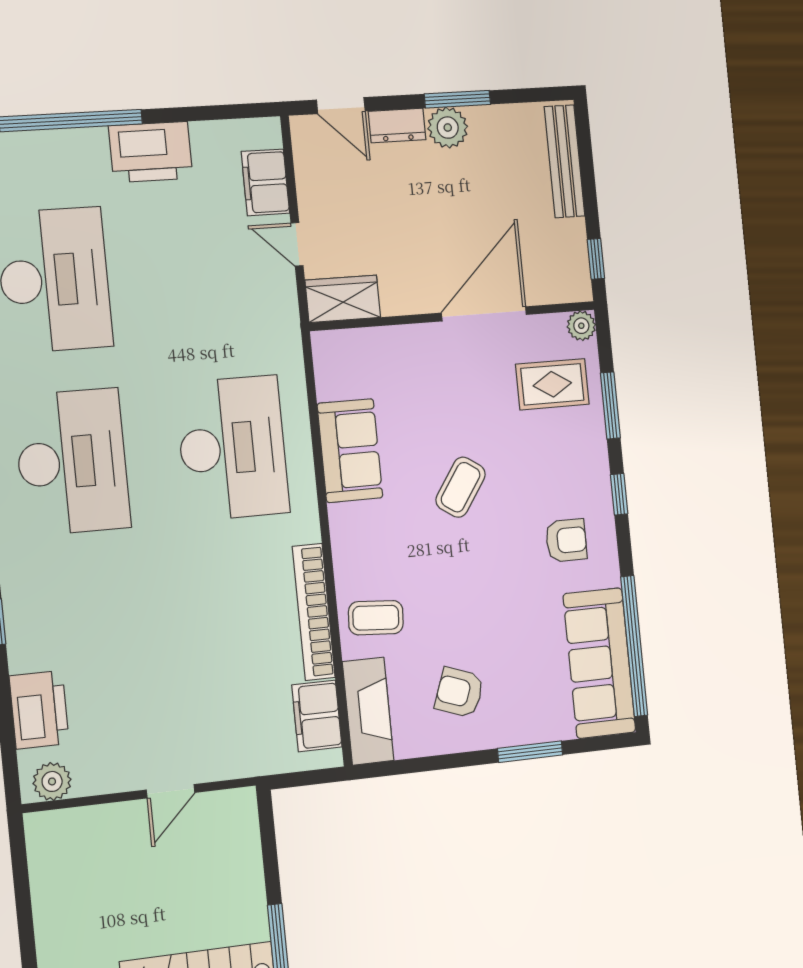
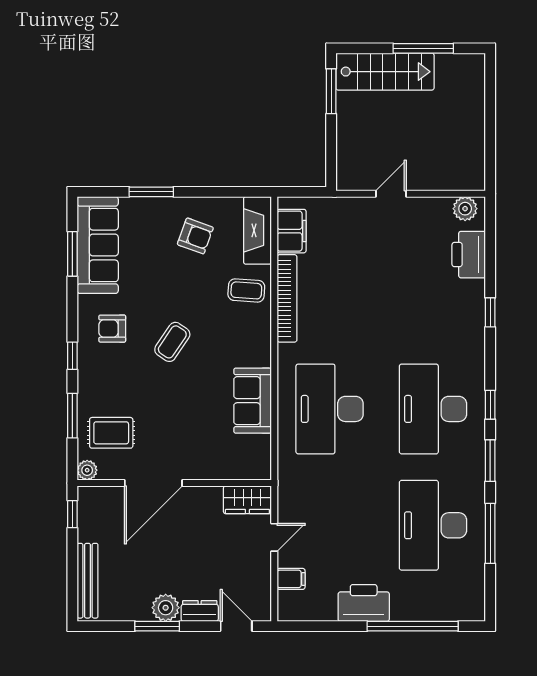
filing cabinet: (265, 182) -> (291, 579), width x0.50
door: (297, 244) -> (274, 537), hinge flipped
coffee table: (461, 487) -> (172, 342), moved
window: (634, 646) -> (72, 254), width x0.47

